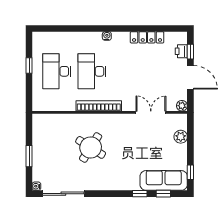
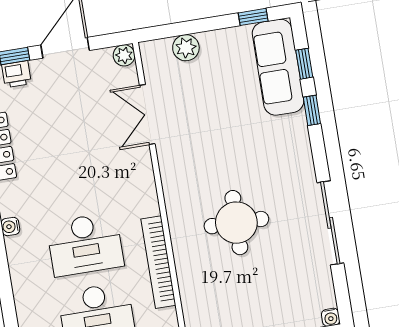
bookcase: (99, 106) -> (158, 262), moved
round table: (91, 147) -> (236, 223), turned -31
sliding door: (63, 194) -> (330, 223), moved

